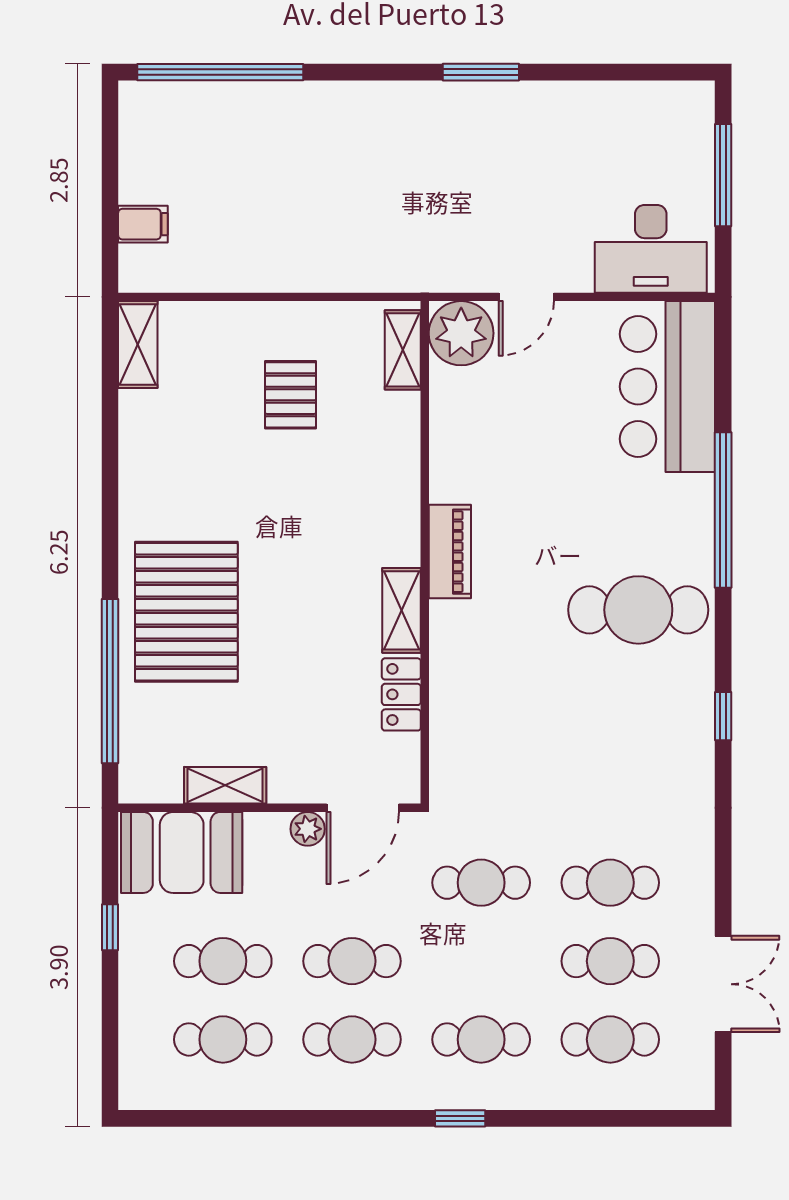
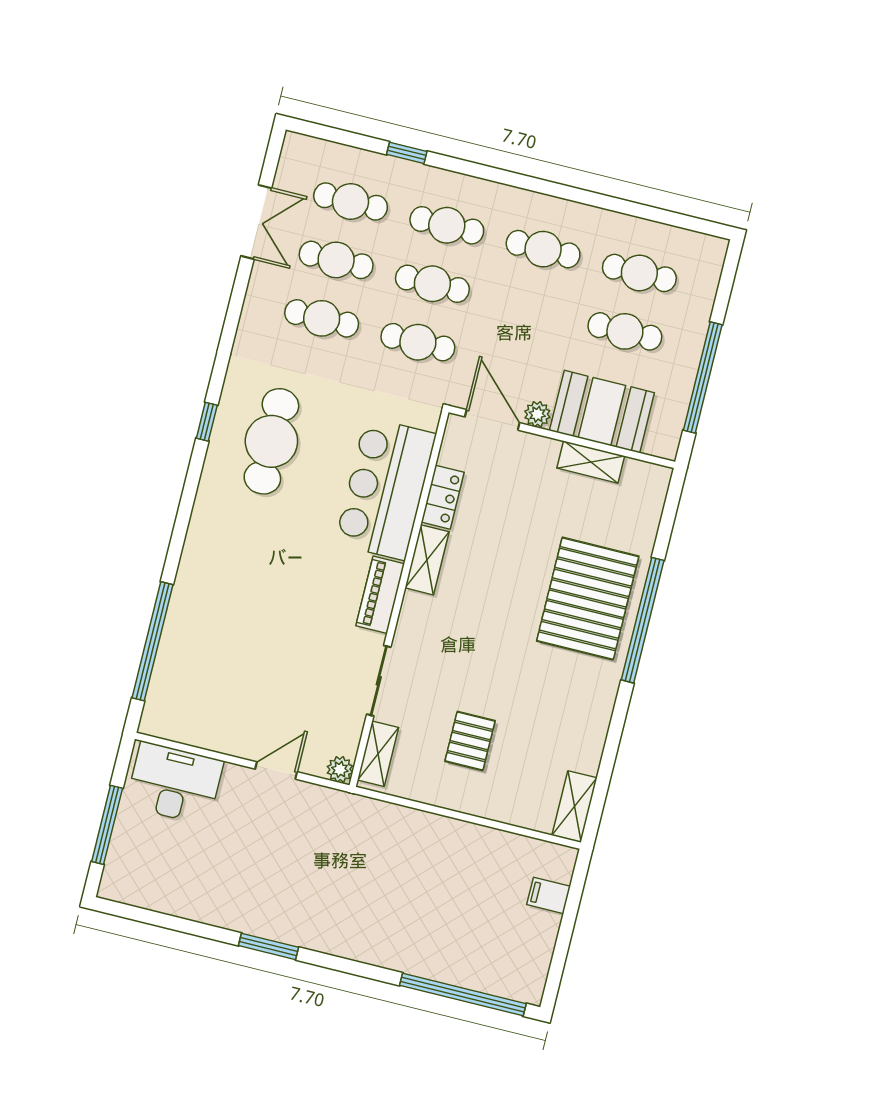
plant: (461, 333) -> (340, 769), width x0.53, depth x0.53
bar counter: (667, 387) -> (385, 489), moved, turned 180
sliding door: (425, 442) -> (379, 681), added
window: (723, 510) -> (152, 641), moved
cafe table: (638, 610) -> (271, 441), moved, turned 90
window: (110, 681) -> (643, 620), moved
door: (363, 808) -> (492, 420), hinge flipped
booth: (182, 852) -> (602, 412), moved
window: (110, 927) -> (703, 377), width x3.17
cafe table: (352, 961) -> (432, 284), moved
double door: (723, 984) -> (256, 222), swing flipped
window: (460, 1118) -> (407, 153), moved

